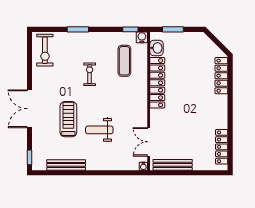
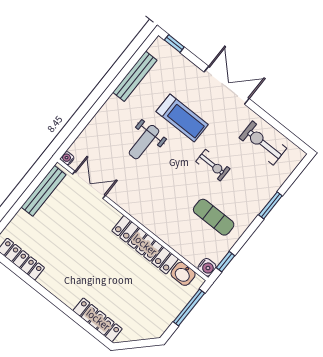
window: (173, 29) -> (189, 307), width x1.44
exercise bike: (45, 50) -> (263, 143), moved
exercise mat: (124, 61) -> (214, 217), moved
exercise bike: (90, 74) -> (213, 165), moved
weight bench: (99, 130) -> (144, 142), turned 180

